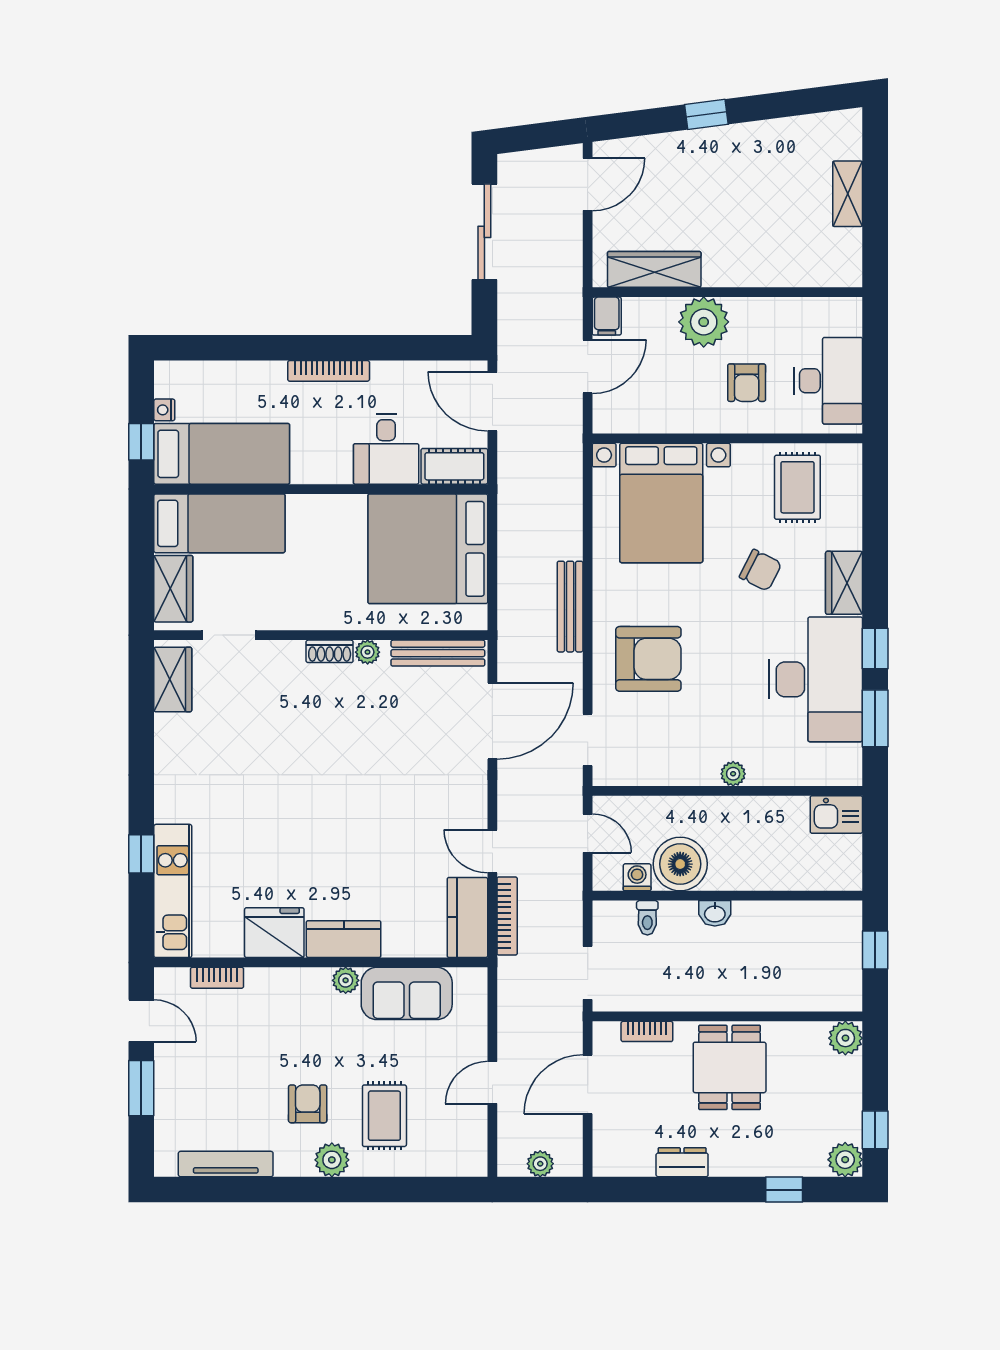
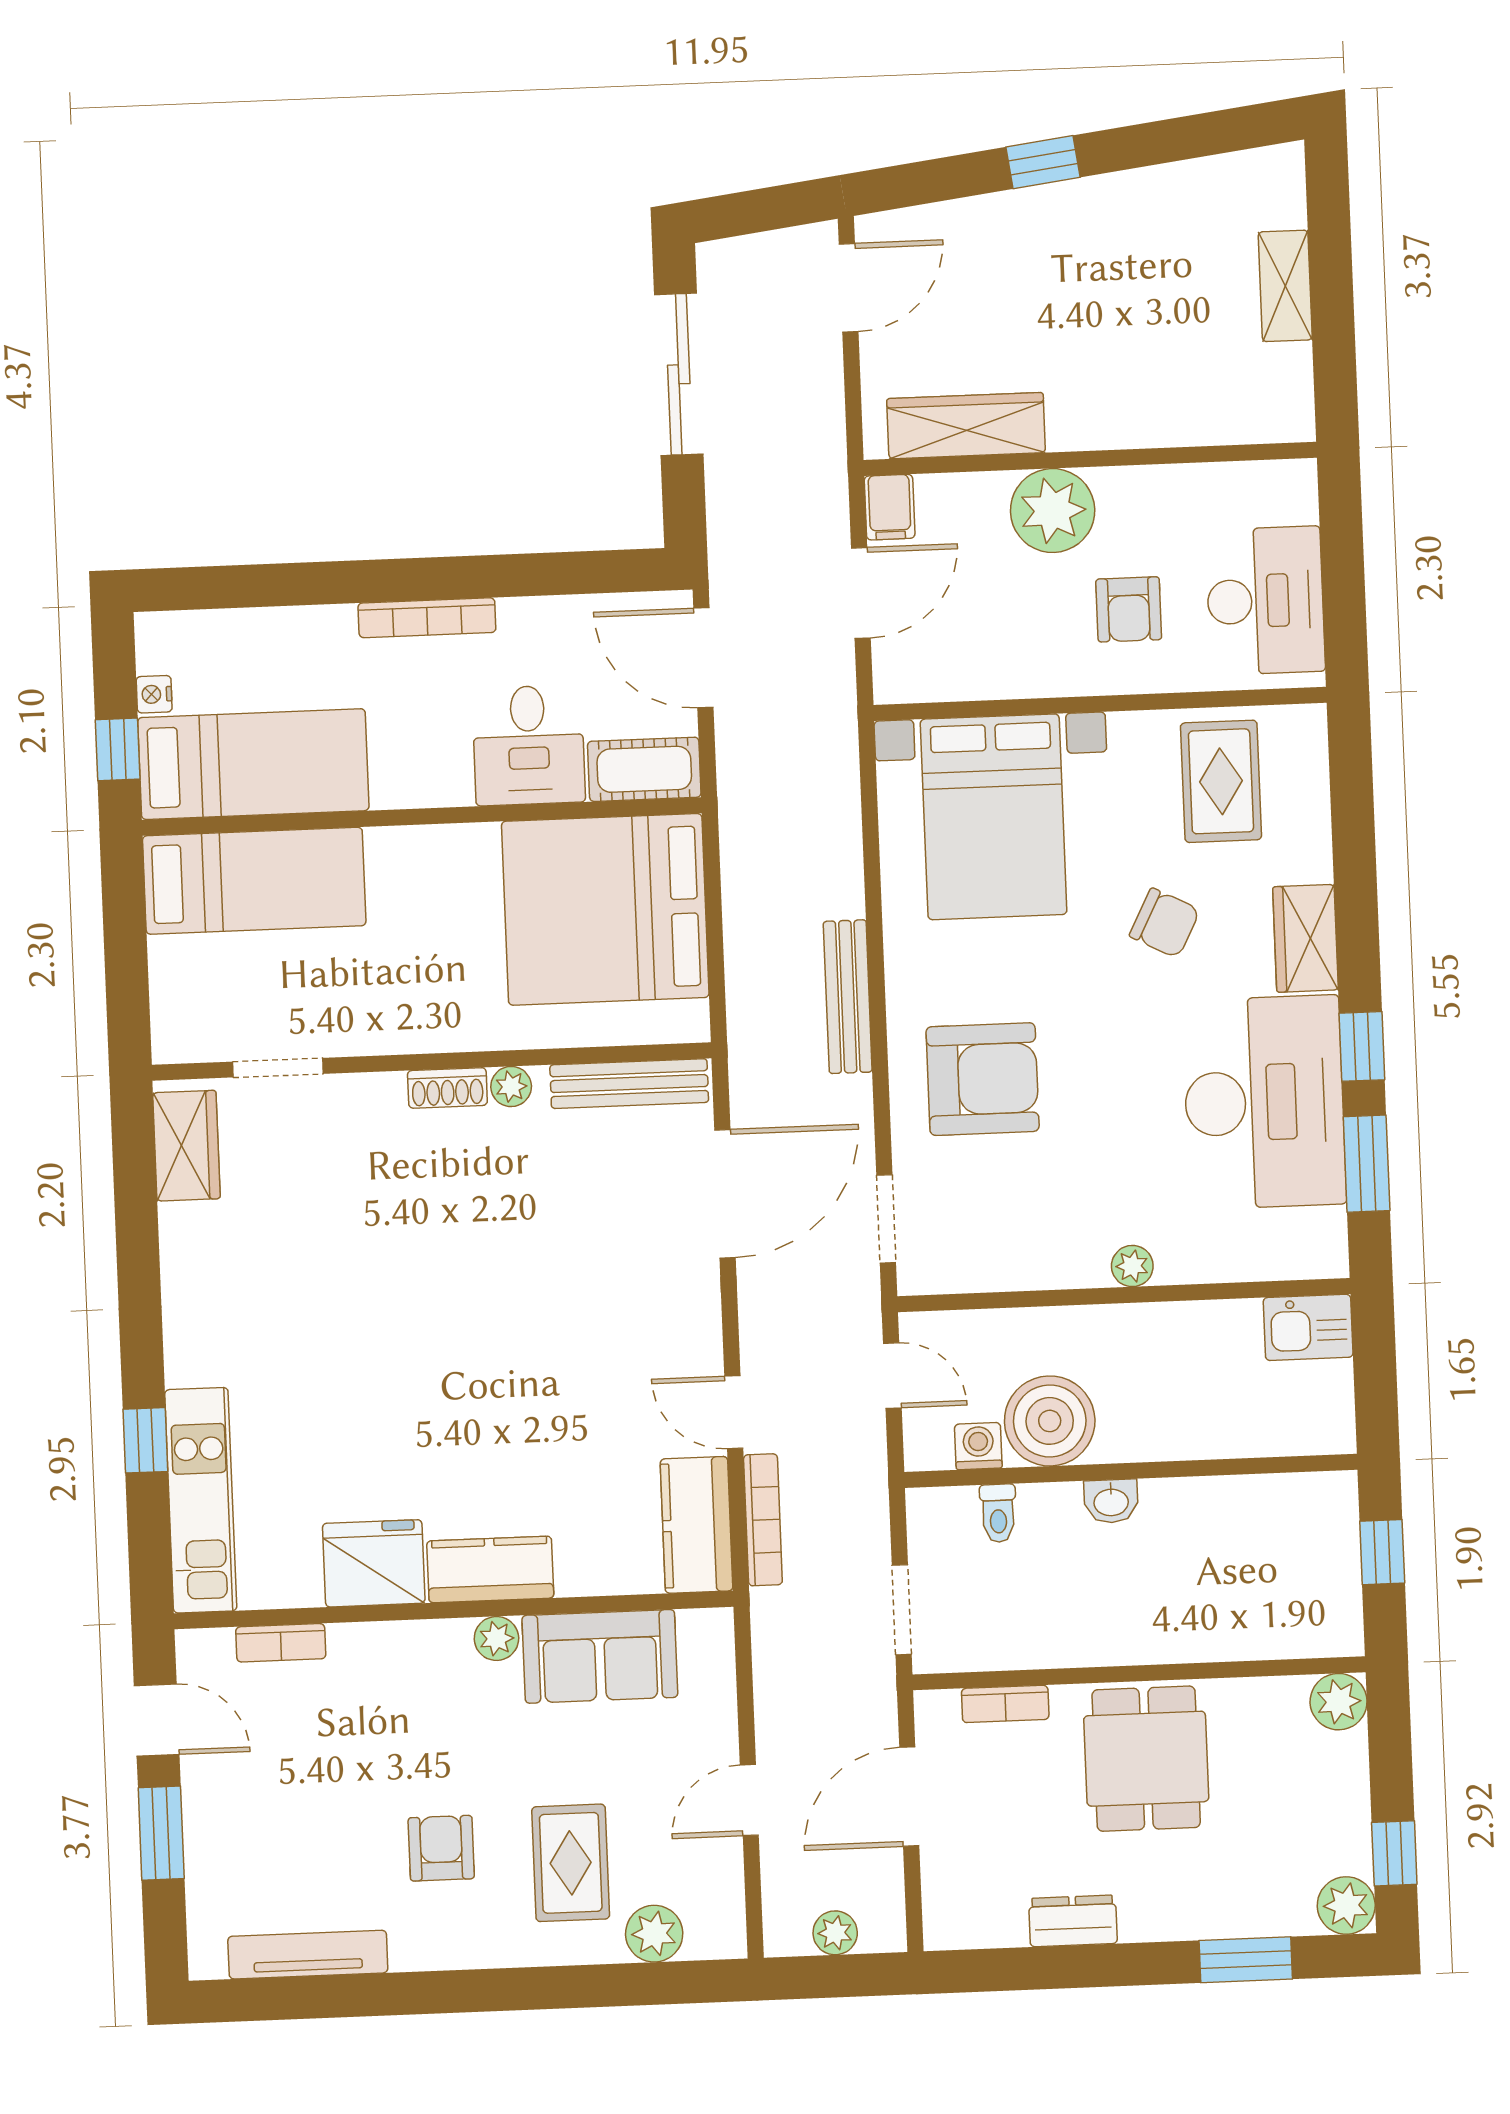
wardrobe: (173, 589) -> (181, 993), removed
plant: (332, 1160) -> (654, 1934), moved
window: (784, 1190) -> (1246, 1960), width x1.50

